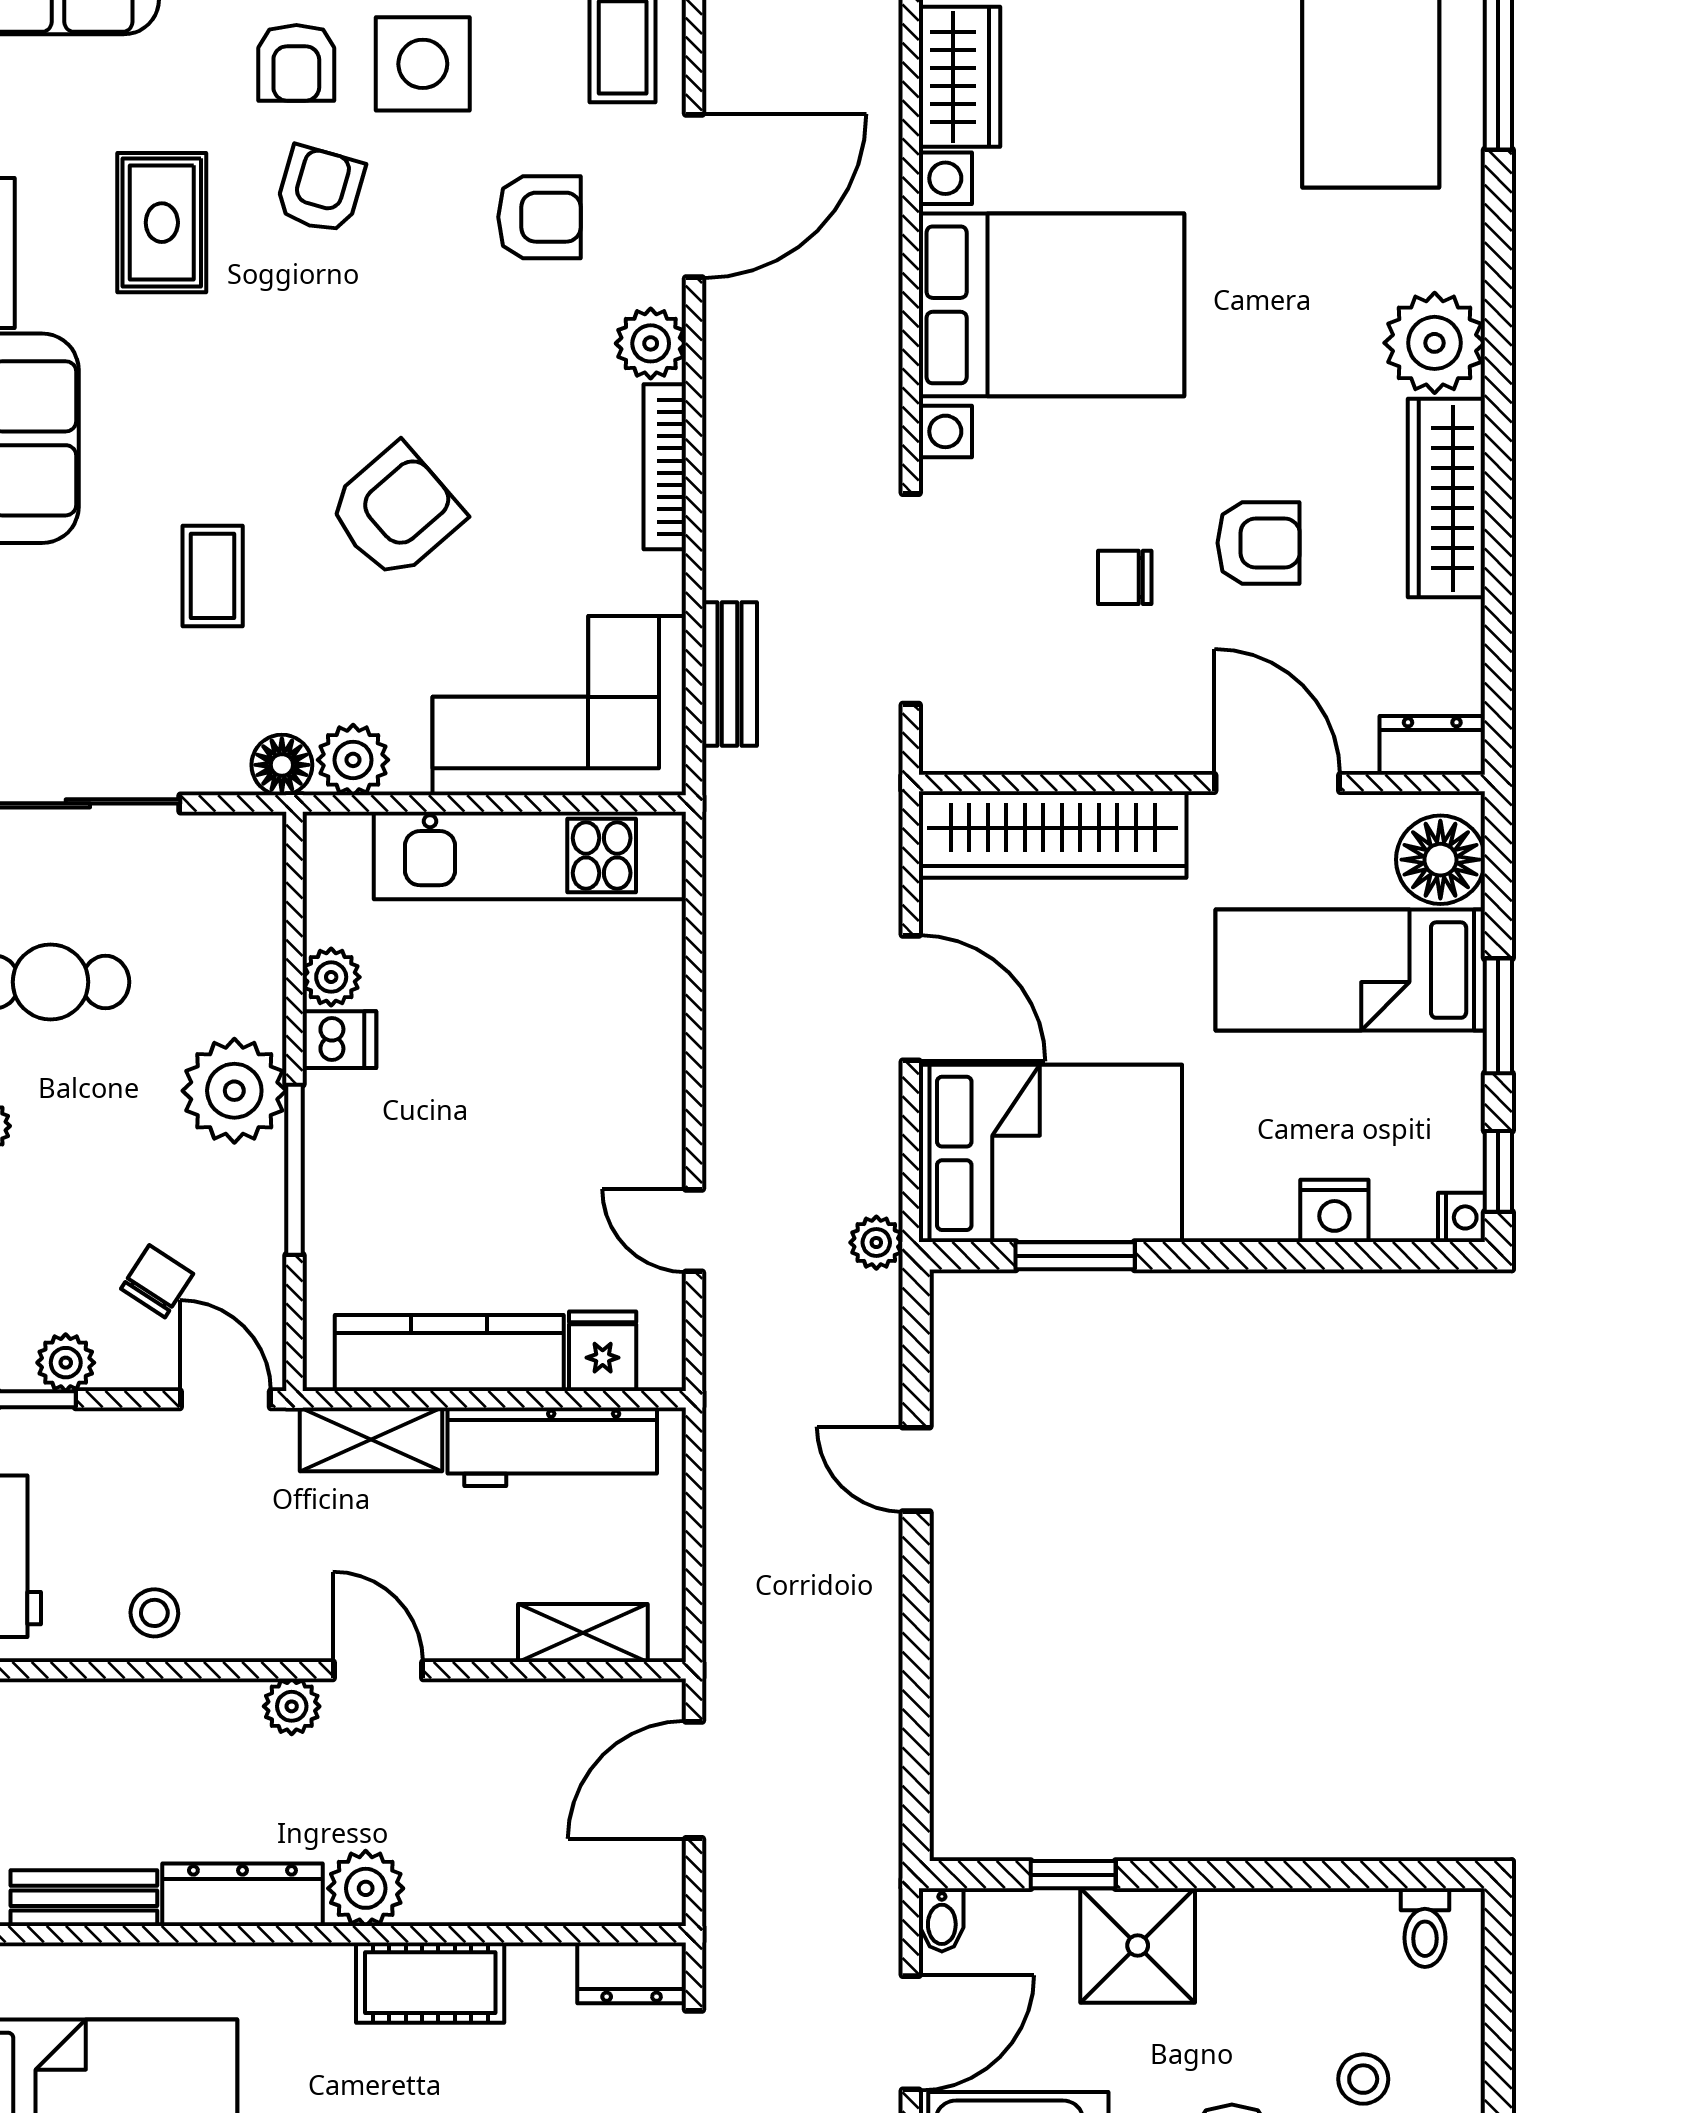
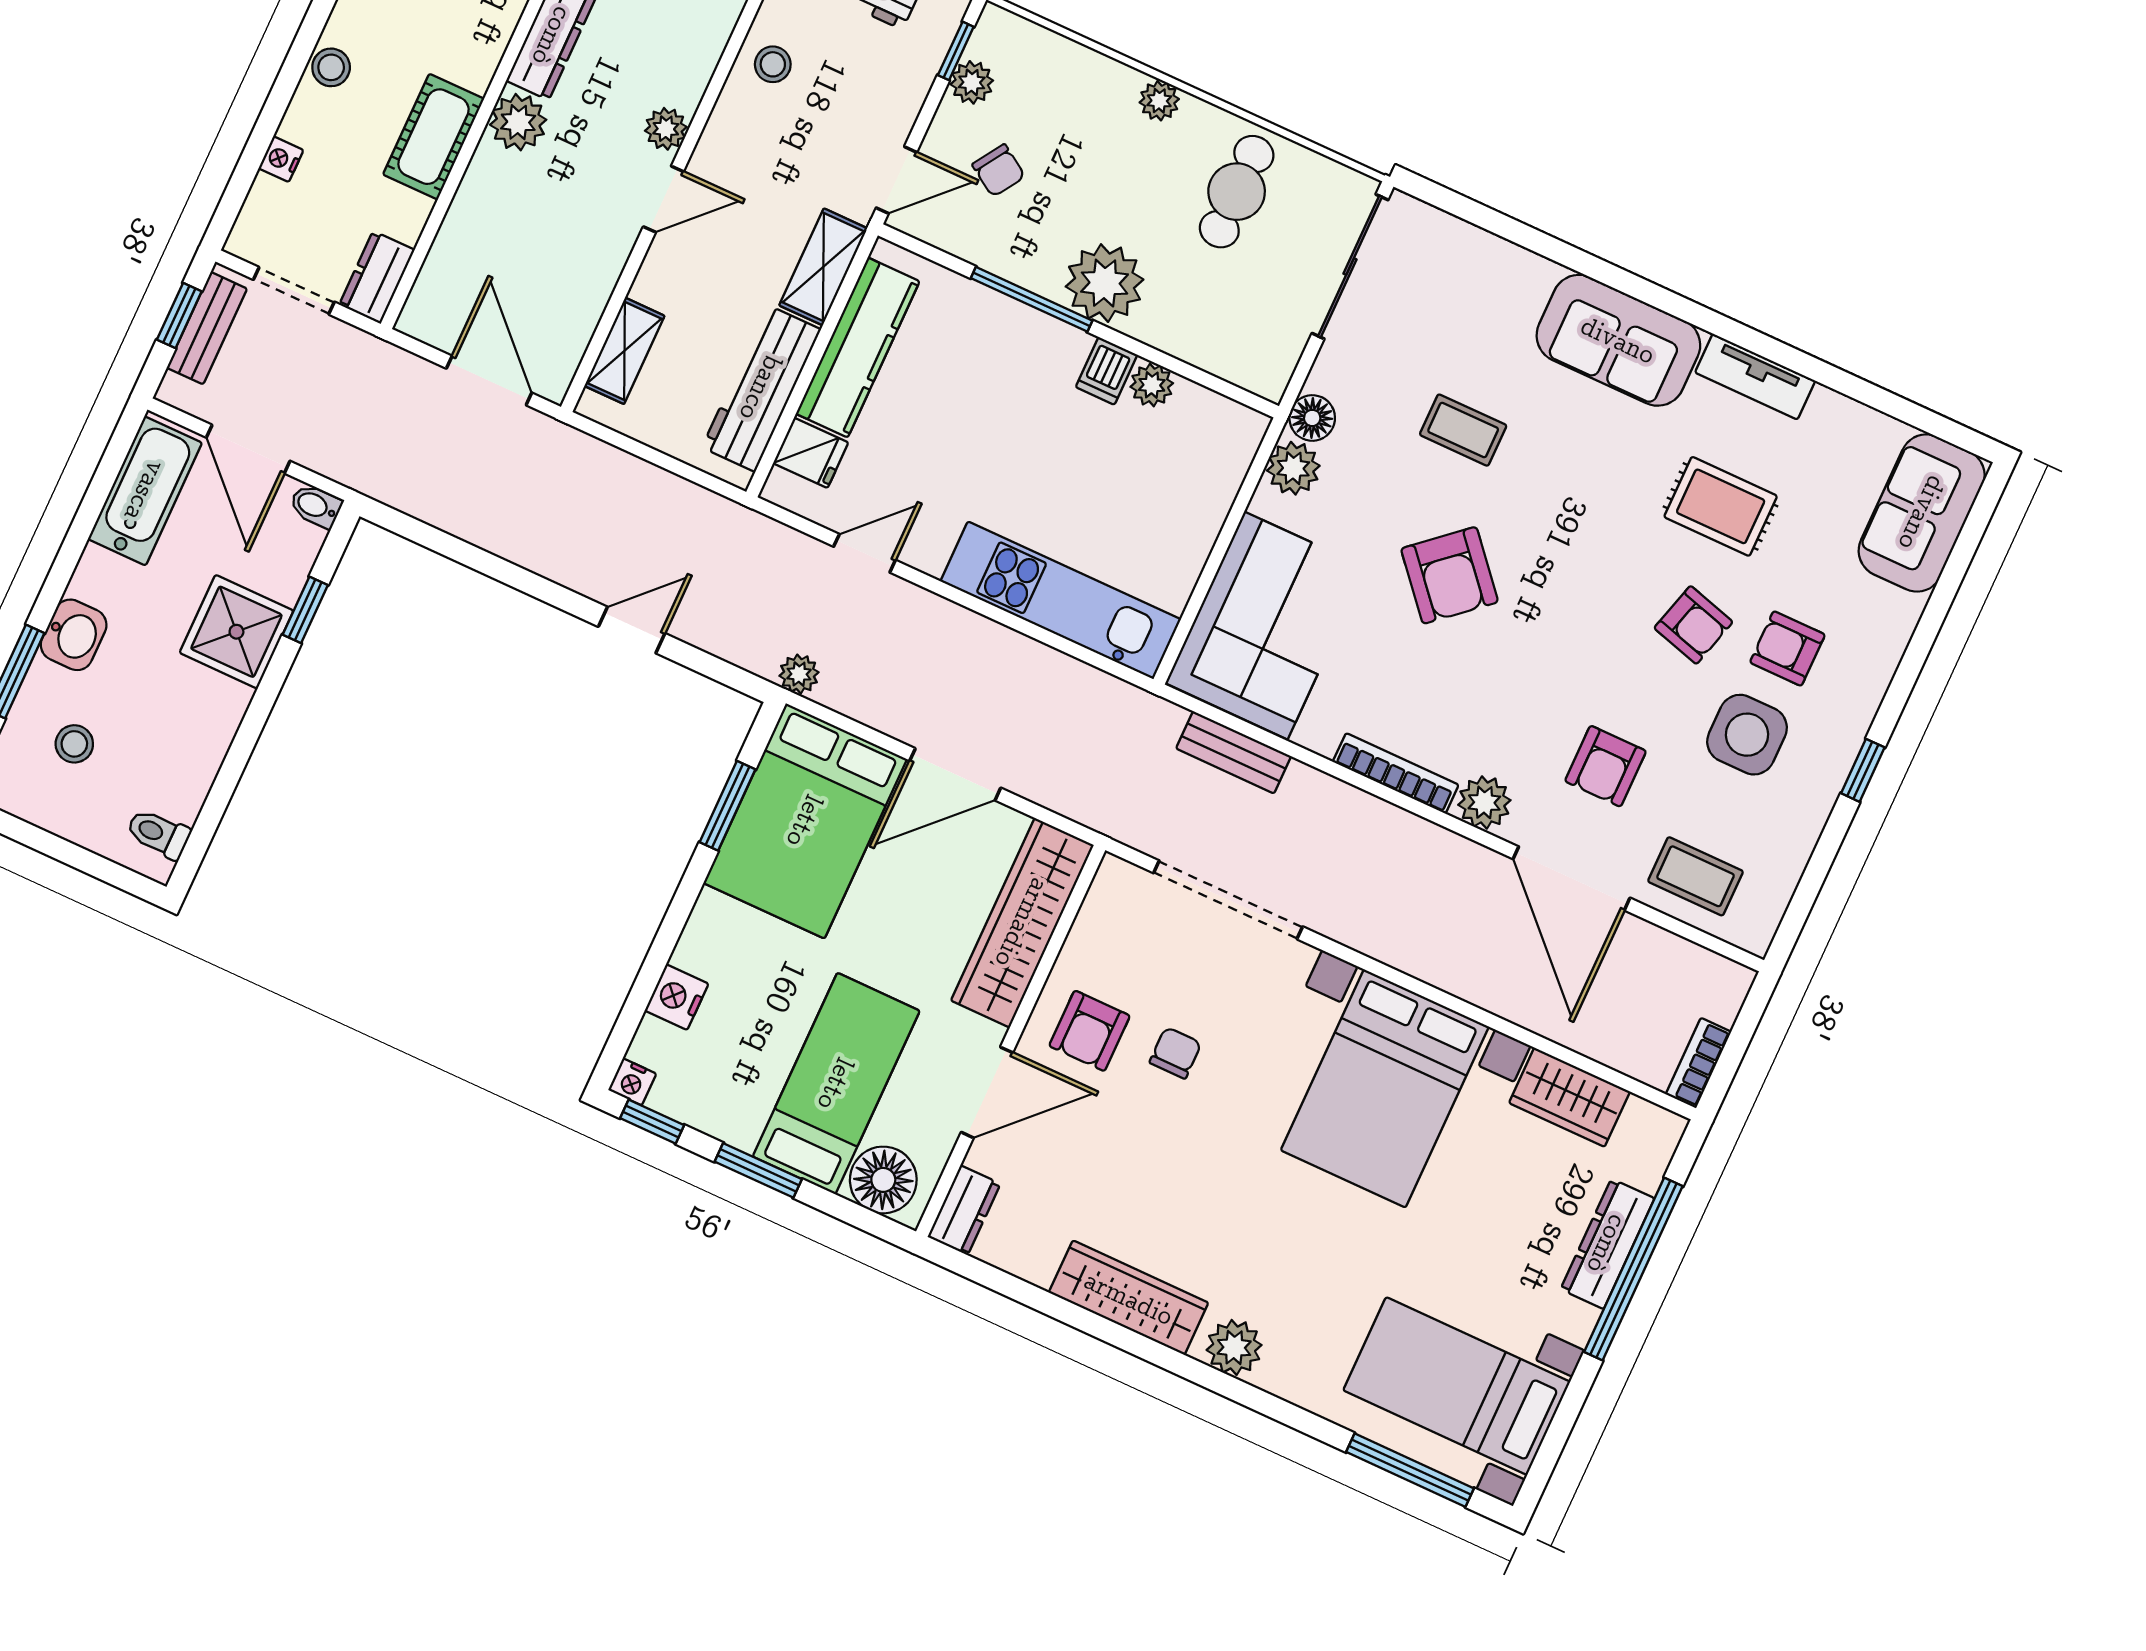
plant: (1435, 343) -> (1234, 1347), width x0.73, depth x0.73
armchair: (1259, 543) -> (1089, 1031), moved
kitchen unit: (530, 856) -> (1061, 600), moved, turned 90

